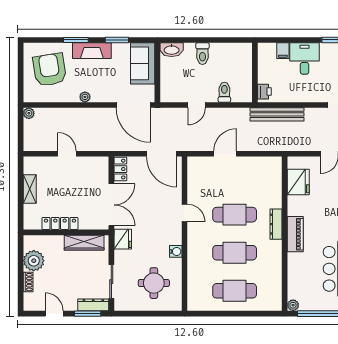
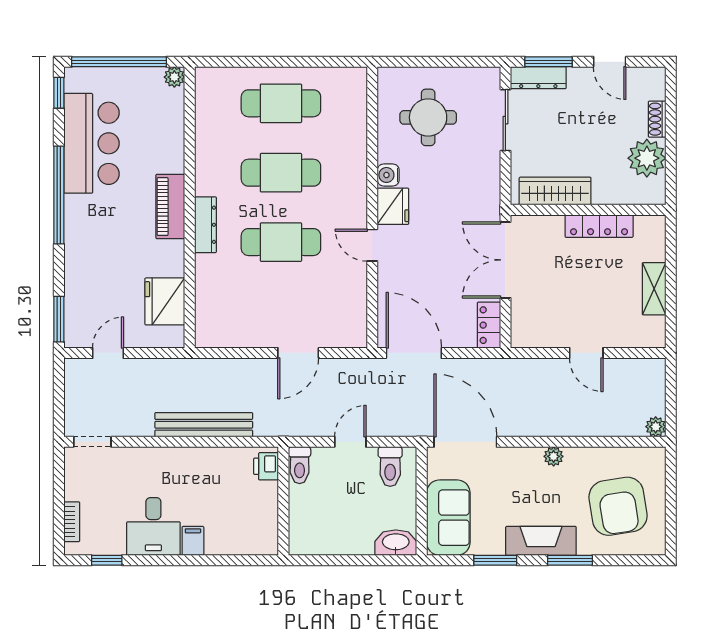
toilet: (202, 54) -> (390, 467), moved, turned 180
wall: (255, 72) -> (283, 501), moved
printer: (264, 92) -> (266, 466), moved
fridge: (123, 239) -> (393, 206), moved, turned 180

